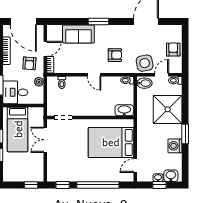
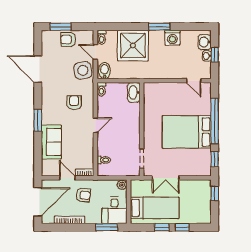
window: (185, 43) -> (61, 27), added
plant: (39, 82) -> (122, 185), moved
bed: (111, 142) -> (187, 132), moved, turned 90

